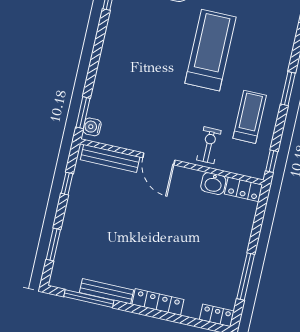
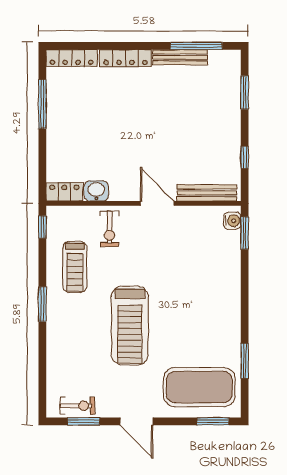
locker: (217, 315) -> (72, 58), width x1.53

